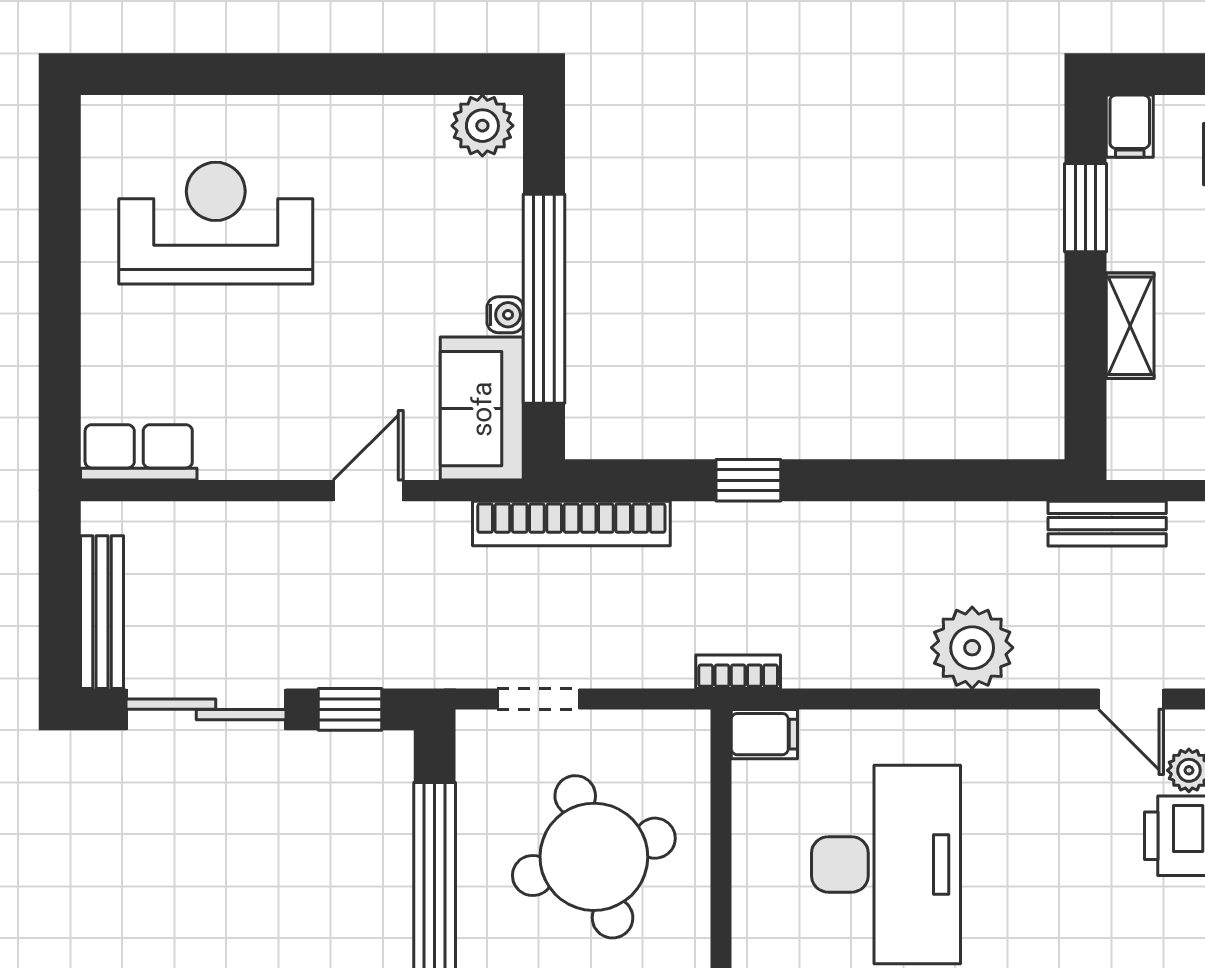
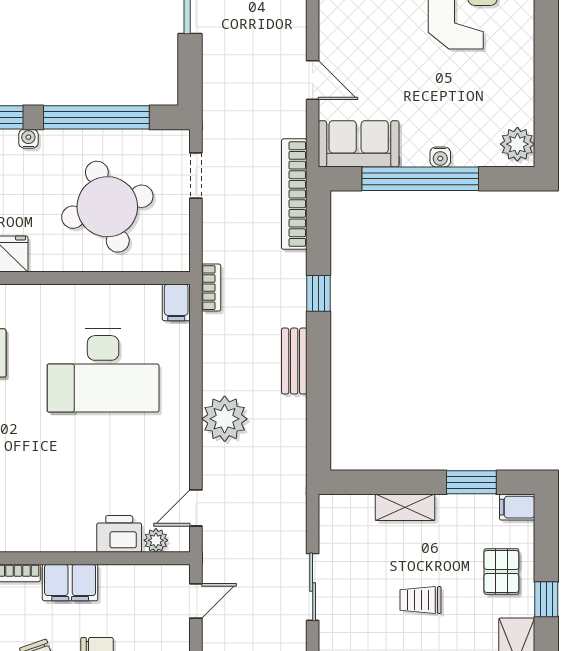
water cooler: (505, 315) -> (440, 157), moved
bench: (1107, 524) -> (294, 361), moved
window: (350, 709) -> (190, 70), removed

